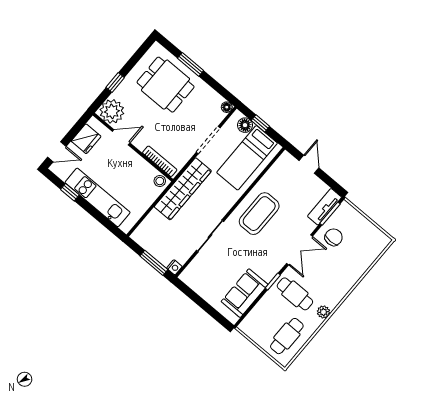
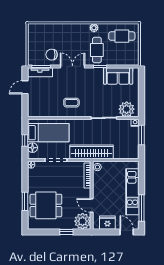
dining table: (166, 85) -> (46, 205), turned 90
door: (309, 164) -> (25, 87), moved
window: (70, 192) -> (142, 208), width x2.17
coffee table: (259, 214) -> (71, 103), width x0.54, depth x0.58
plant: (198, 271) -> (127, 109), added

